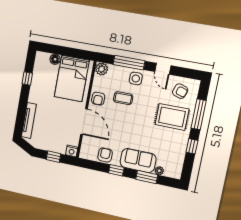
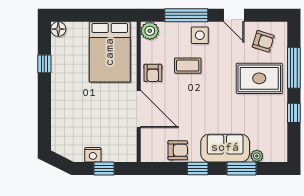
floor lamp: (55, 59) -> (58, 29), moved
tv unit: (29, 120) -> (58, 124), removed
nightstand: (72, 151) -> (93, 155), moved
armchair: (105, 155) -> (178, 150), turned 90

